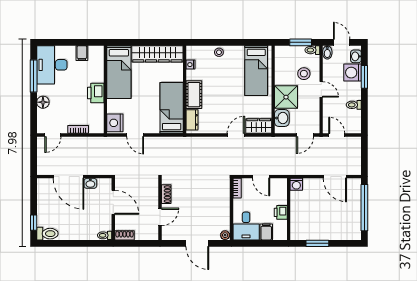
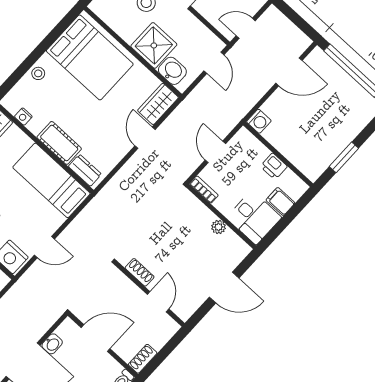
bed: (256, 71) -> (90, 57), width x1.50
door: (261, 177) -> (215, 152), swing flipped
plant: (225, 235) -> (219, 227), moved

